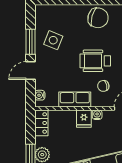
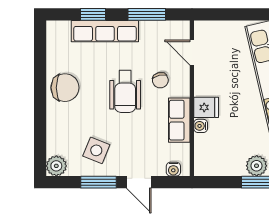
plant: (42, 12) -> (56, 166), added
chair: (98, 18) -> (65, 88), turned 74
water cooler: (97, 115) -> (201, 126), moved
locker: (41, 123) -> (212, 167), removed

